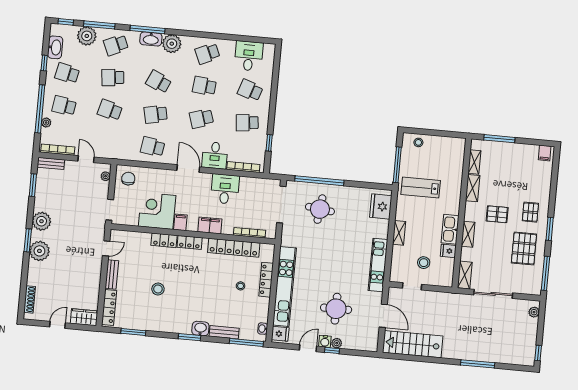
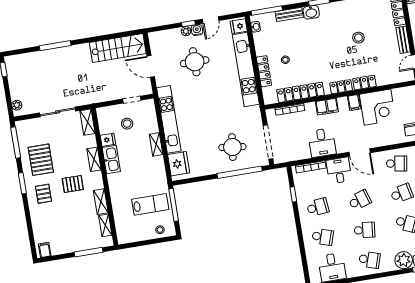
school desk: (207, 54) -> (369, 260), turned 42
lab bench: (421, 188) -> (150, 204), moved
kitchen unit: (378, 265) -> (169, 119), width x1.36

